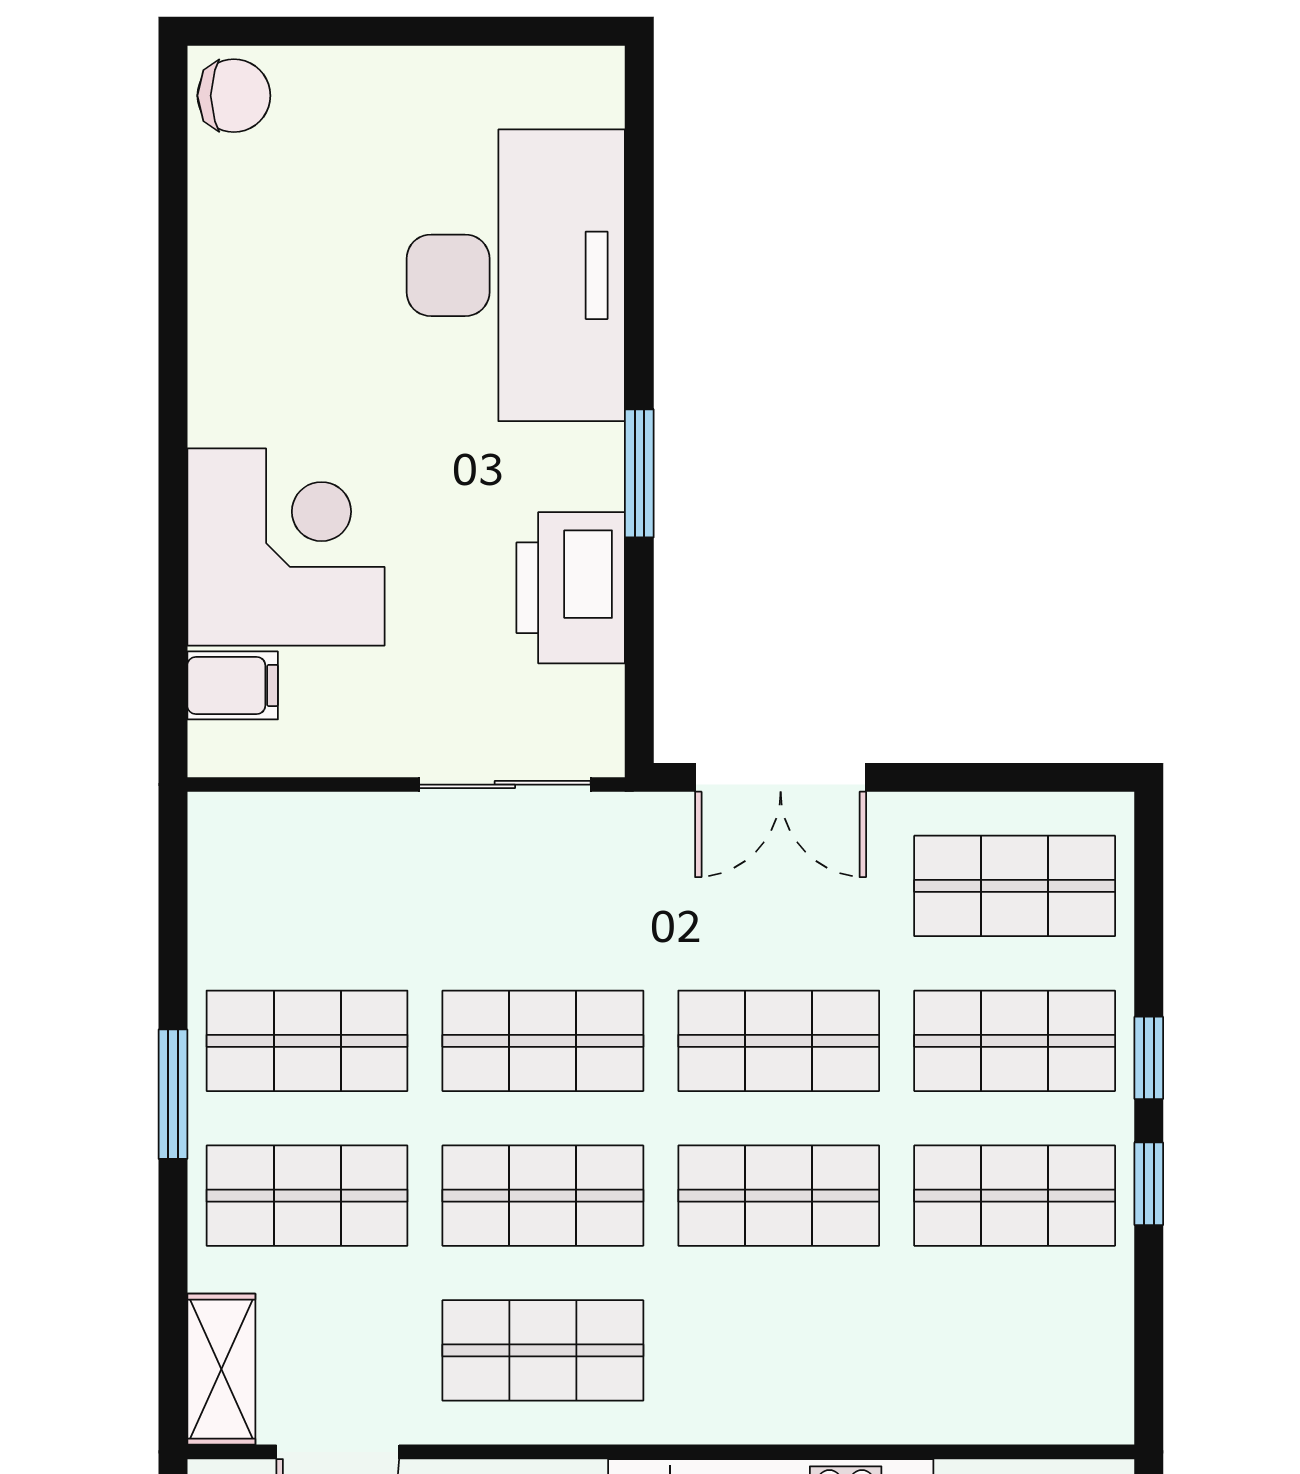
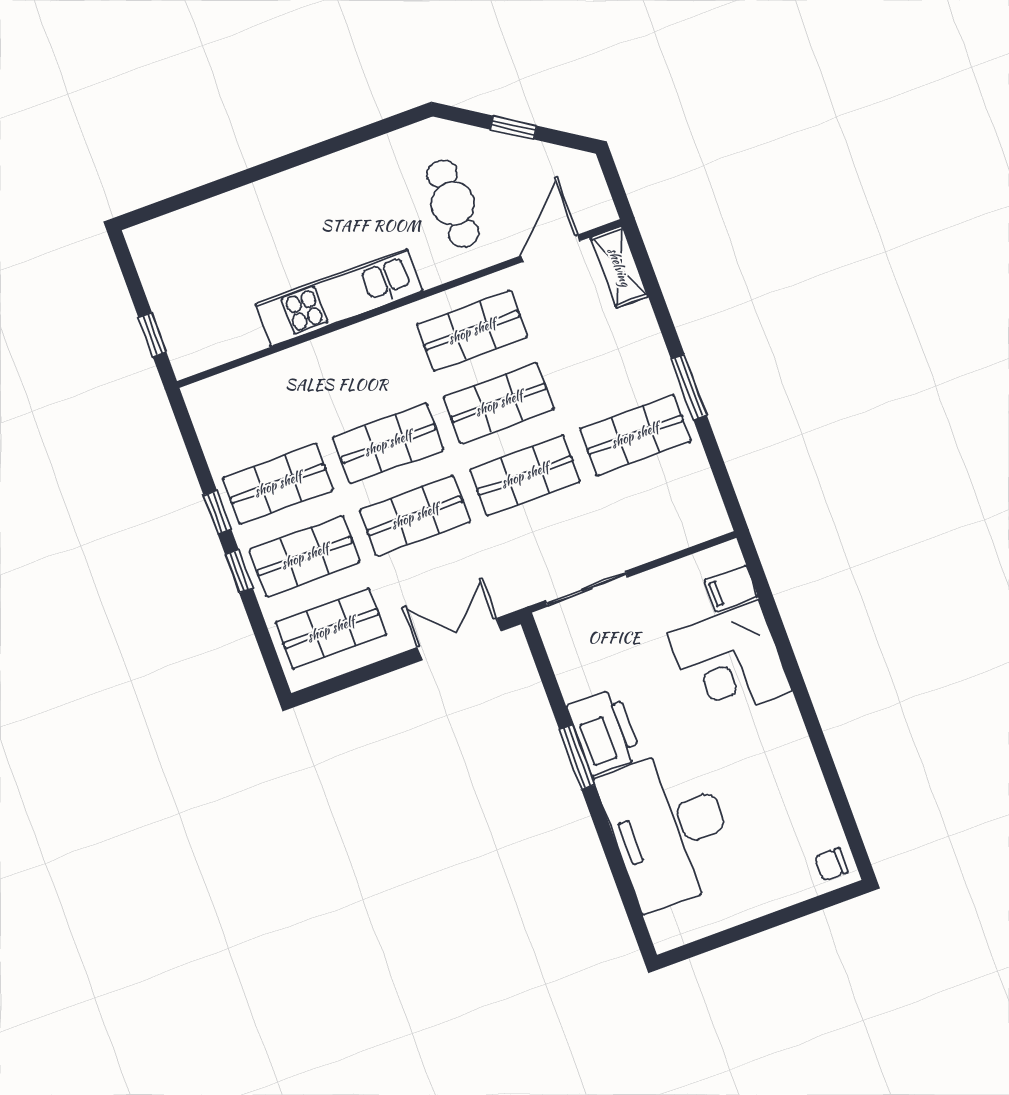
chair: (234, 96) -> (831, 864), width x0.73, depth x0.73
printer: (571, 588) -> (604, 732), moved
shop shelf: (307, 1196) -> (609, 363), removed

